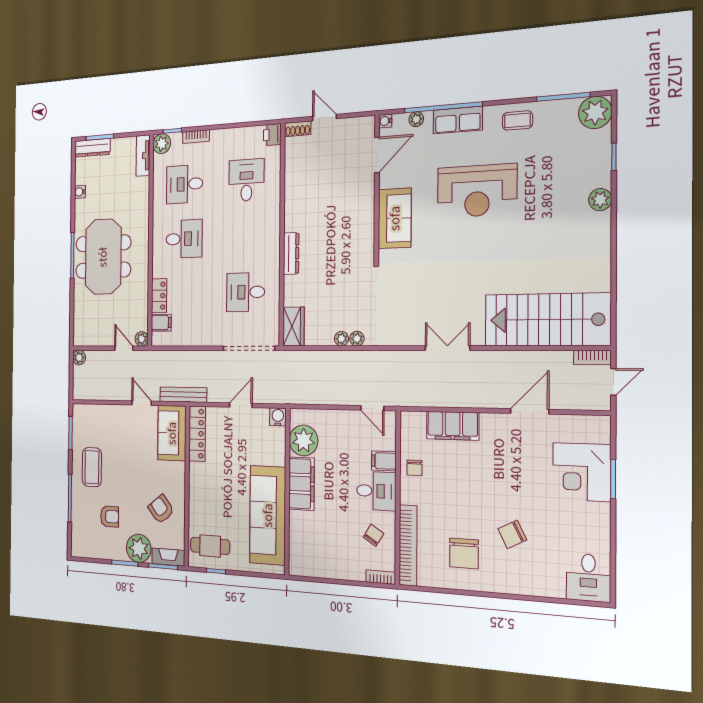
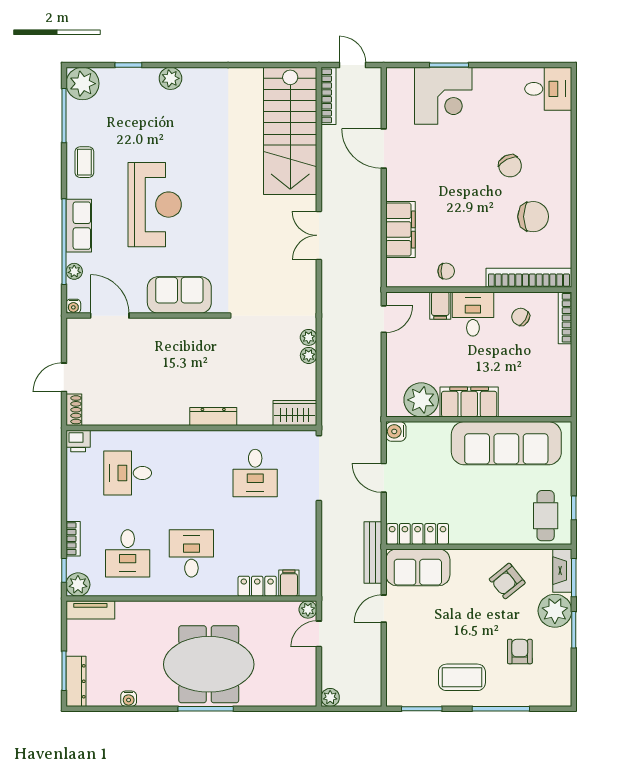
bookcase: (592, 357) -> (328, 96), width x1.56
bookcase: (381, 577) -> (565, 318), width x1.56

